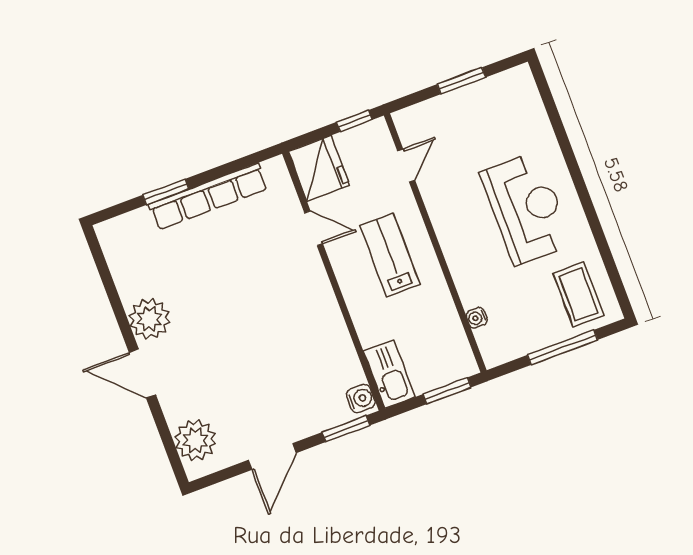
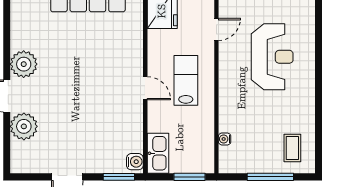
reception desk: (526, 208) -> (272, 57), moved
door: (314, 228) -> (145, 88), moved
coffee table: (578, 294) -> (292, 148), width x0.73, depth x0.77
plant: (195, 440) -> (24, 126), moved

